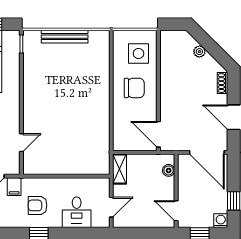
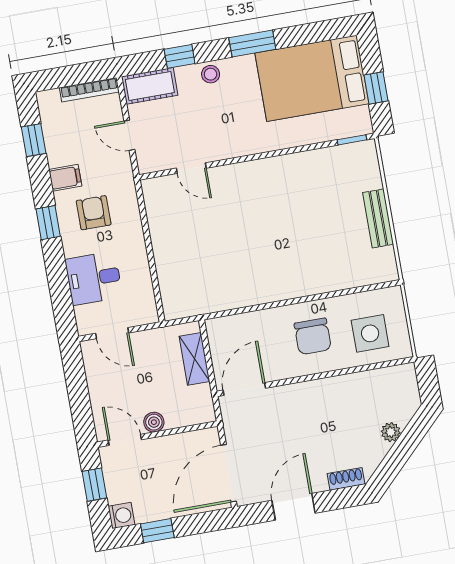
bench: (65, 37) -> (378, 218), width x0.73
shelving: (120, 169) -> (194, 359), moved, turned 90
boiler: (169, 170) -> (154, 422), moved
filing cabinet: (14, 187) -> (65, 178), moved, turned 180
door: (176, 211) -> (125, 440), hinge flipped

